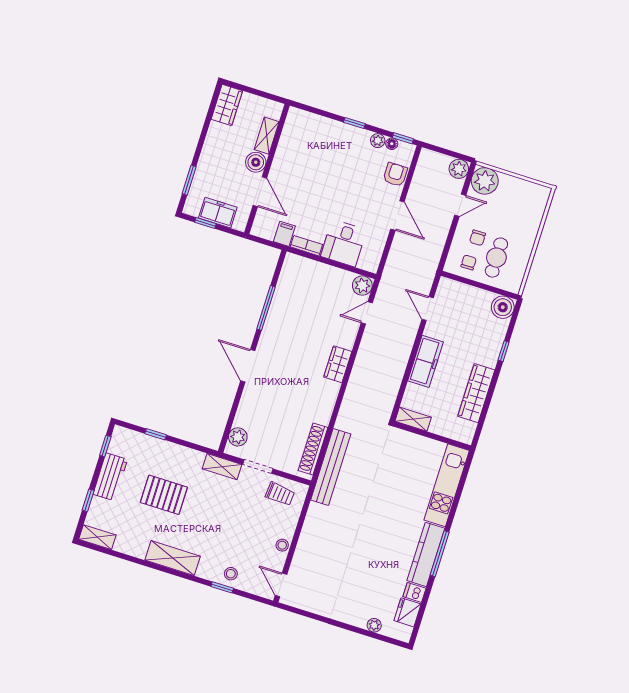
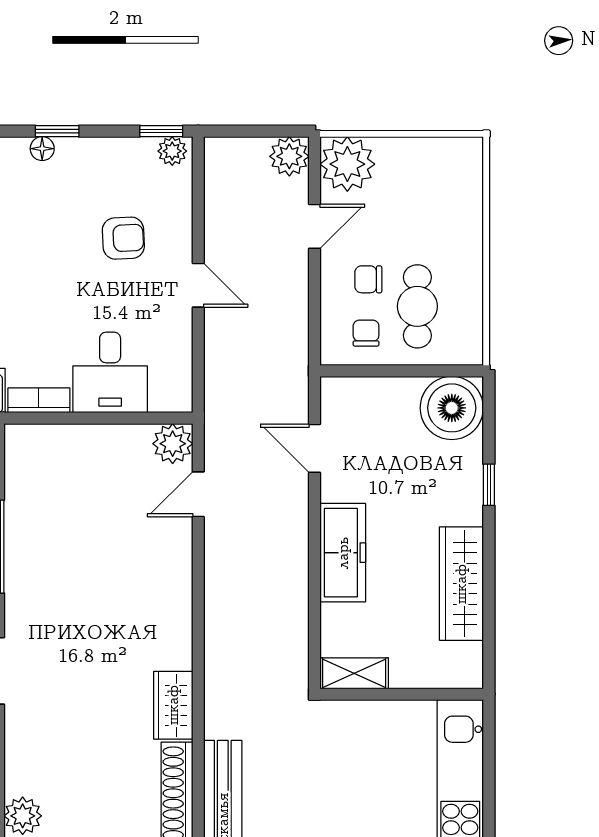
plant: (378, 141) -> (172, 151), moved
floor lamp: (392, 144) -> (42, 149), moved
armchair: (395, 175) -> (123, 238), moved, turned 87
door: (397, 216) -> (198, 285), width x0.73
chair: (478, 238) -> (368, 279), turned 90
boiler: (503, 307) -> (452, 408), width x1.37, depth x1.37
wardrobe: (338, 364) -> (173, 705), moved

